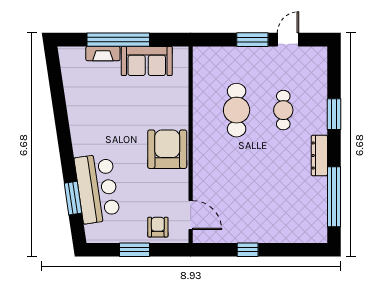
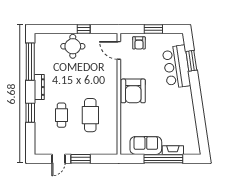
round table: (265, 222) -> (73, 46), added

